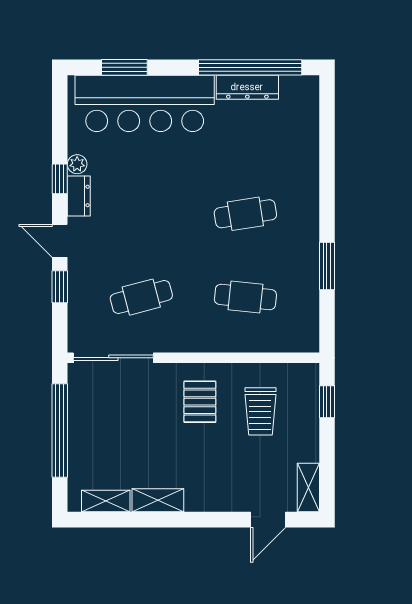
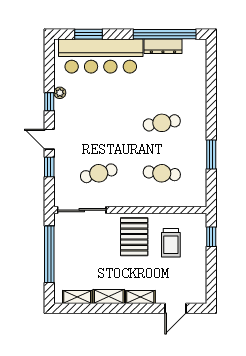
dresser: (79, 196) -> (61, 112), removed
pallet: (200, 402) -> (134, 237), width x1.50, depth x1.42
shelving: (308, 488) -> (140, 297), moved, turned 90

